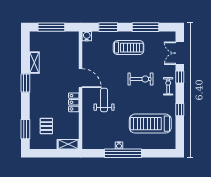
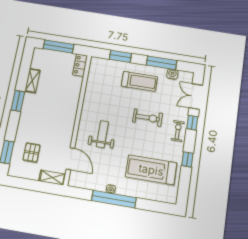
water cooler: (87, 36) -> (172, 74), moved
door: (80, 78) -> (70, 159), moved
locker: (74, 102) -> (80, 65), moved

